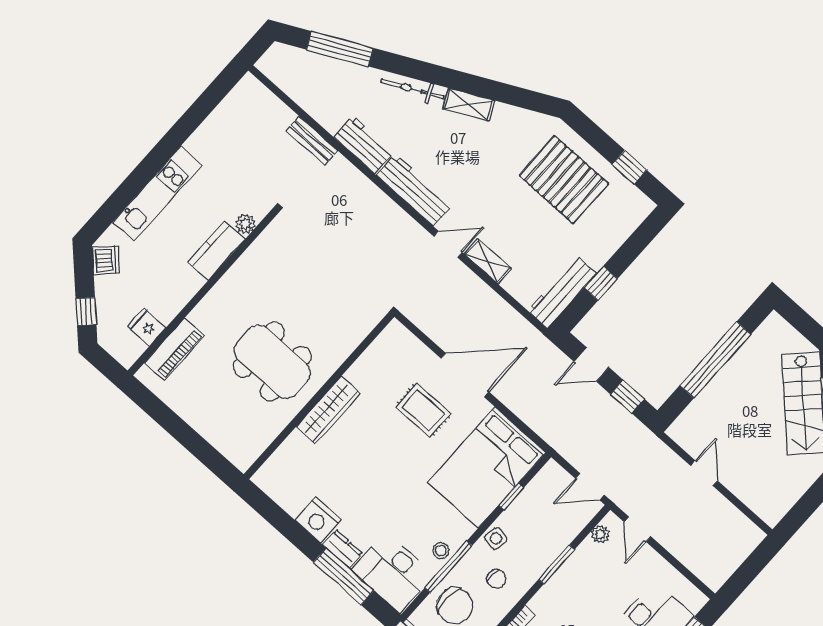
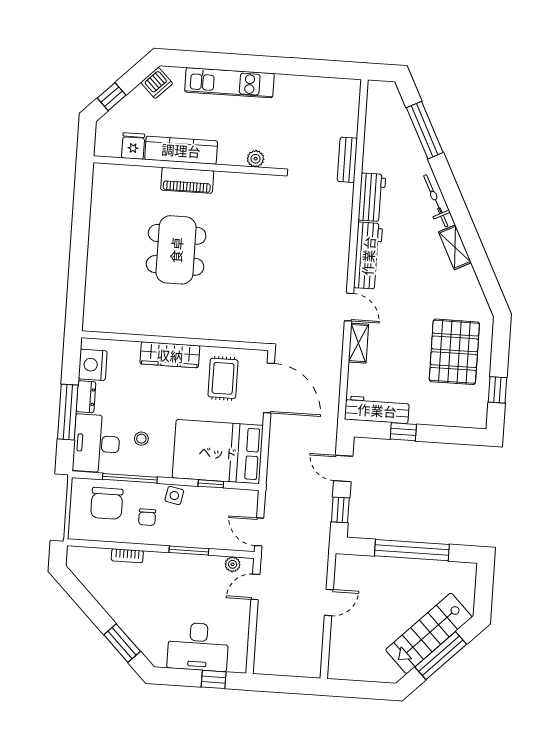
kitchen counter: (216, 251) -> (181, 150), moved, width x1.50
piano: (174, 349) -> (187, 180), moved
wall: (319, 395) -> (175, 341), moved
wardrobe: (328, 410) -> (170, 355), moved
stool: (441, 551) -> (141, 439), moved

